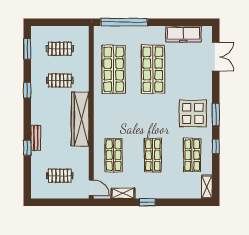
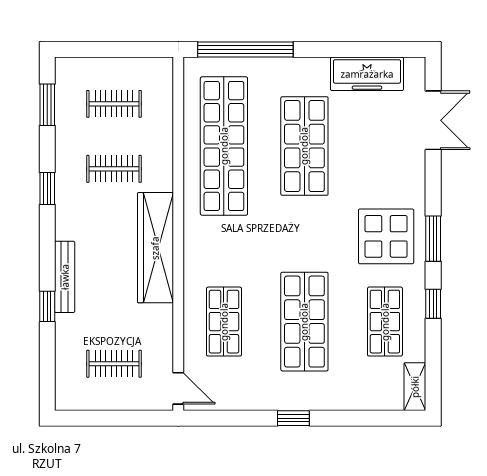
shop shelf: (114, 69) -> (224, 146), width x1.40
bench: (36, 138) -> (65, 277), width x1.36
shop shelf: (153, 155) -> (304, 322), width x1.43, depth x1.36
shelving: (123, 193) -> (243, 400), removed

